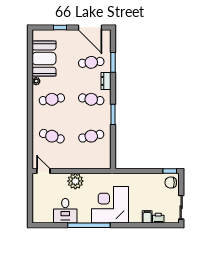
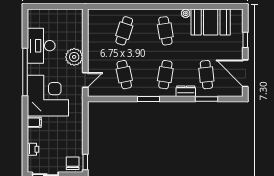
door: (90, 27) -> (245, 73), hinge flipped
door: (43, 171) -> (85, 80), moved
desk: (65, 211) -> (41, 46), width x1.37
filing cabinet: (147, 217) -> (34, 122), moved

